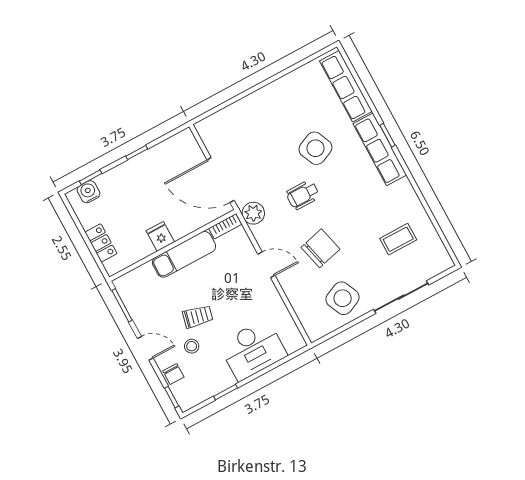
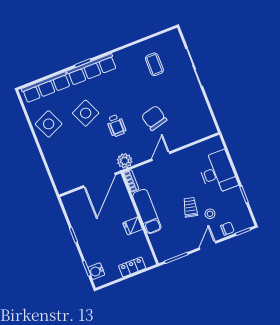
side table: (343, 298) -> (49, 124), moved

